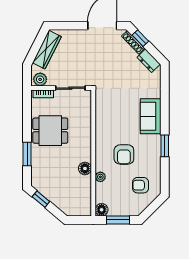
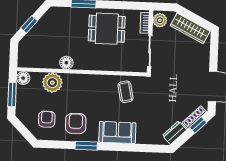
coffee table: (111, 110) -> (125, 92), added
dining table: (50, 131) -> (107, 29), turned 90
armchair: (124, 154) -> (76, 124), moved, turned 90
plant: (100, 177) -> (52, 83), width x1.87, depth x1.87
window: (41, 199) -> (29, 24), moved

